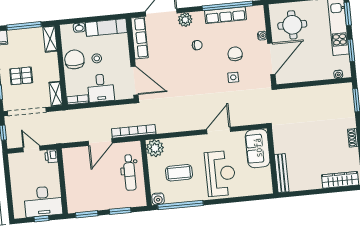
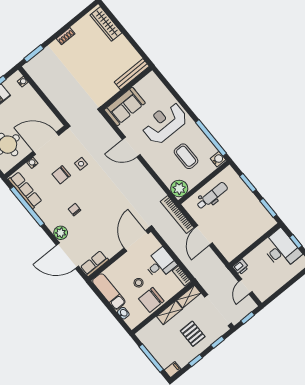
row of seats: (225, 15) -> (25, 190), moved
row of seats: (140, 38) -> (94, 264), width x0.68
shelving: (50, 39) -> (169, 313), moved
door: (100, 142) -> (204, 235), swing flipped

